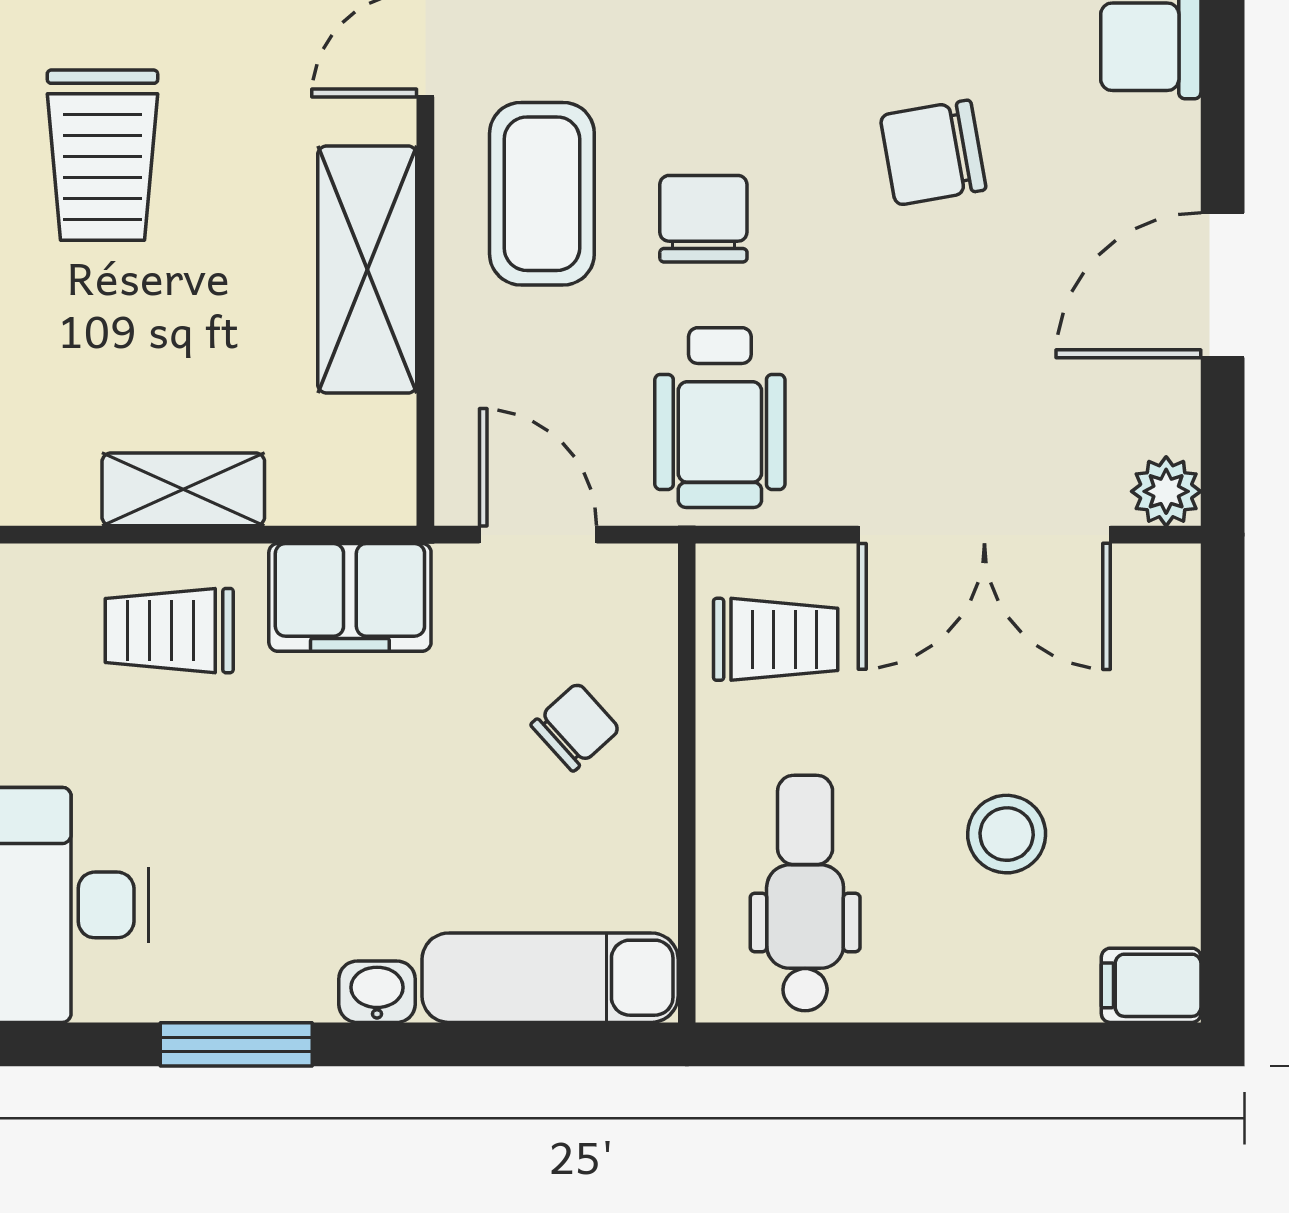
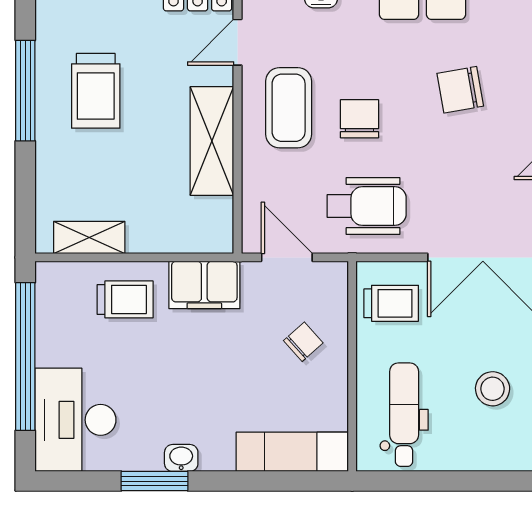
wheelchair: (720, 418) -> (367, 206), turned -90
shelving: (183, 489) -> (89, 238), moved
trolley: (169, 631) -> (125, 299), turned 180
washbasin: (377, 992) -> (181, 458), moved

